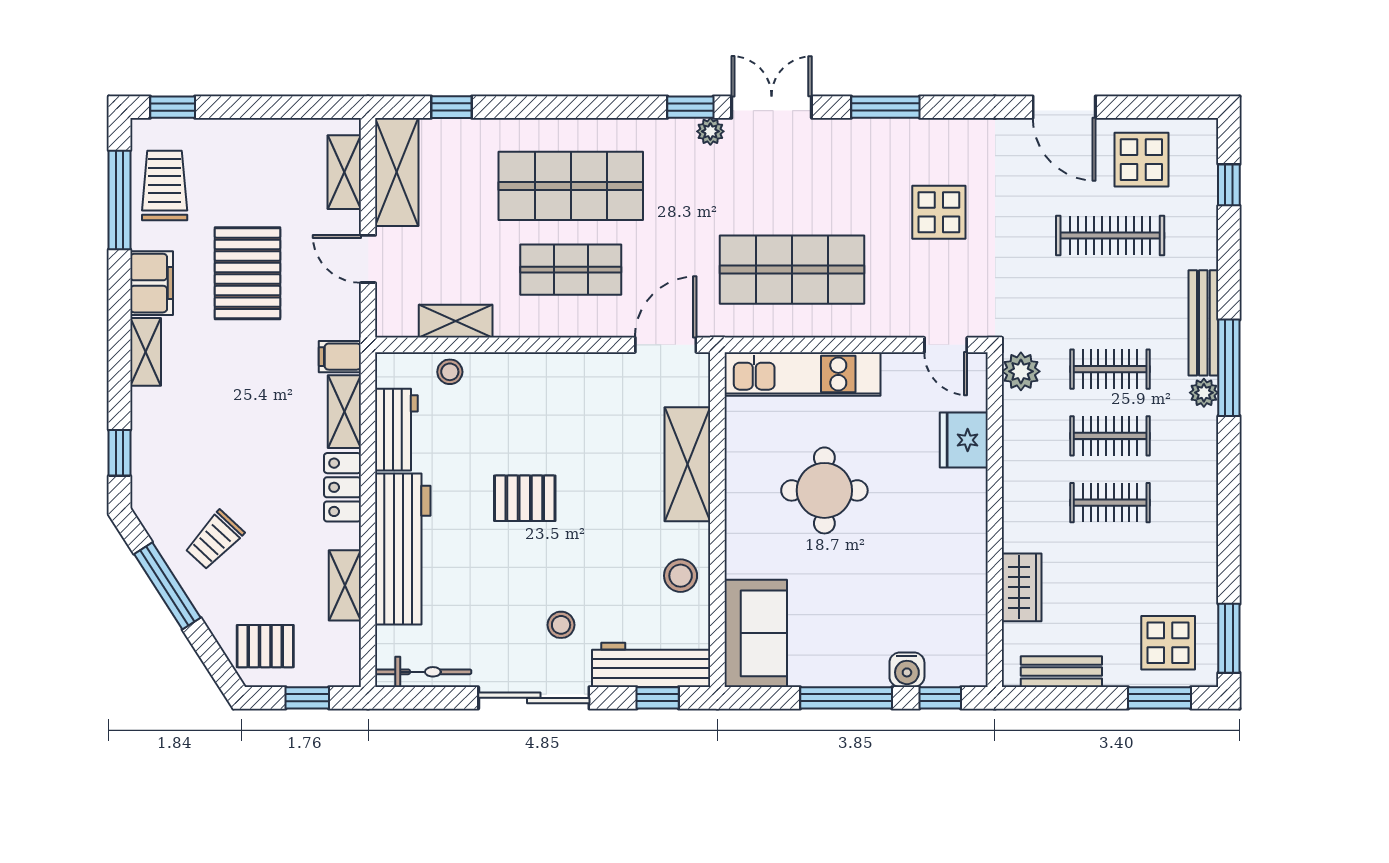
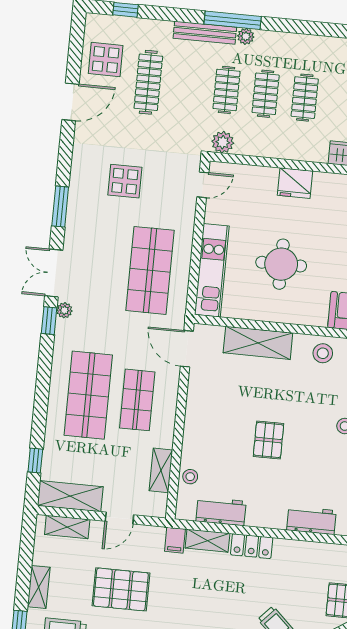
fridge: (964, 440) -> (295, 183), moved
workbench: (403, 549) -> (311, 520), width x0.53, depth x0.76
shelving: (345, 585) -> (39, 587), moved, turned 90

